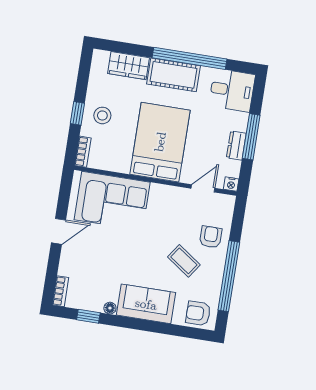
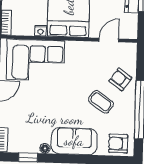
nightstand: (231, 184) -> (41, 31), moved
armchair: (211, 237) -> (120, 79), turned -55

